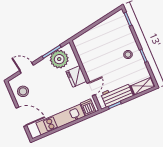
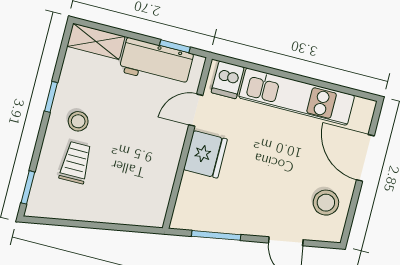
trolley: (118, 40) -> (76, 163), added
plant: (59, 59) -> (213, 211), removed

